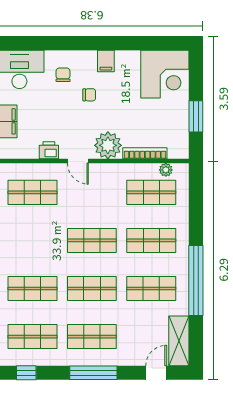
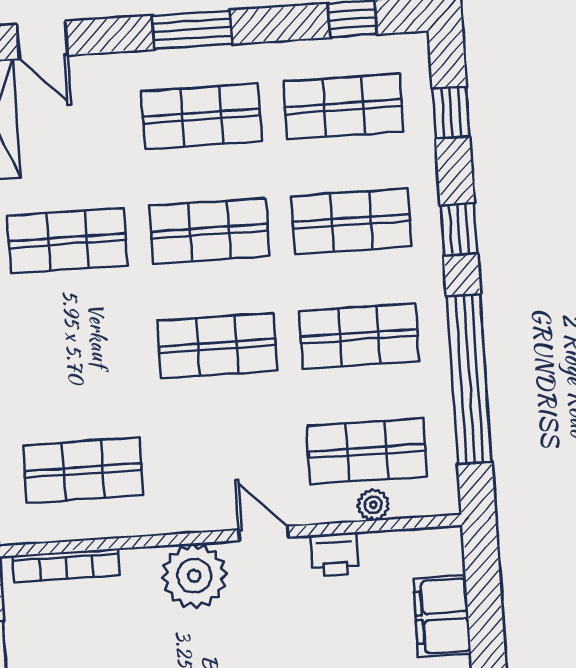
bookcase: (145, 153) -> (66, 565), moved
plant: (166, 170) -> (373, 505), moved
shop shelf: (151, 240) -> (359, 336), moved
window: (93, 373) -> (192, 30), width x0.69
door: (156, 373) -> (42, 40), hinge flipped

